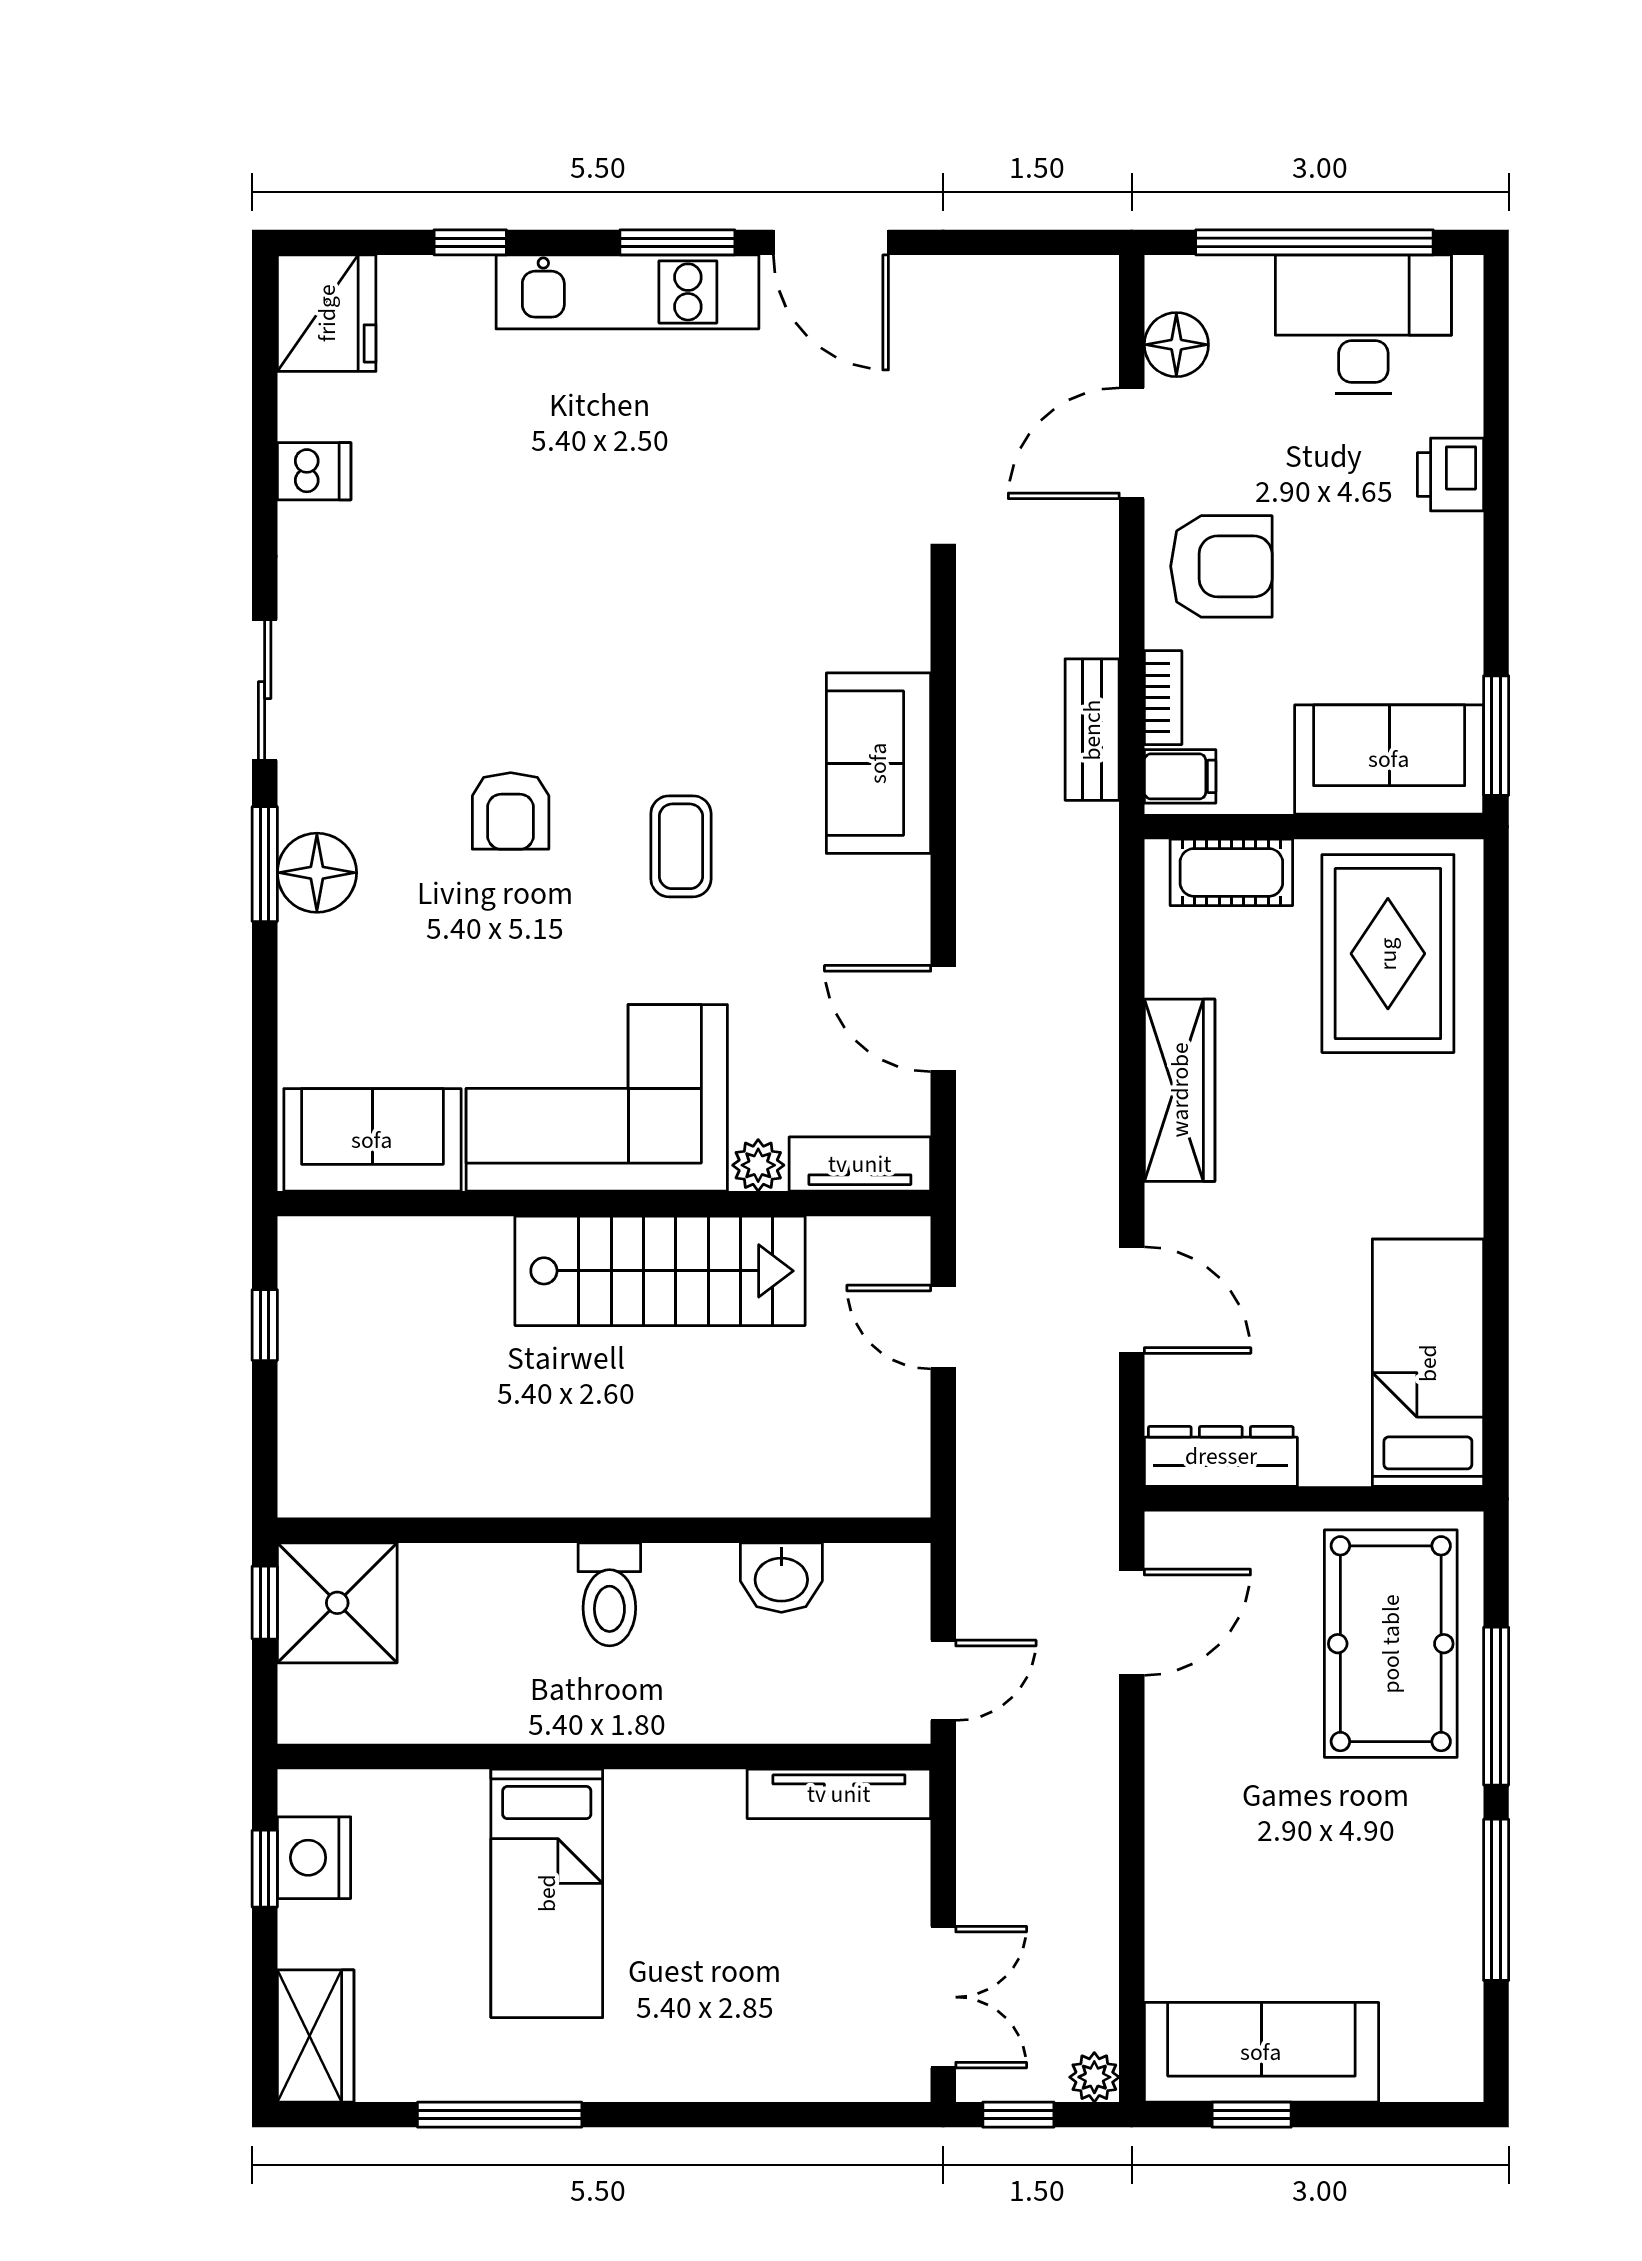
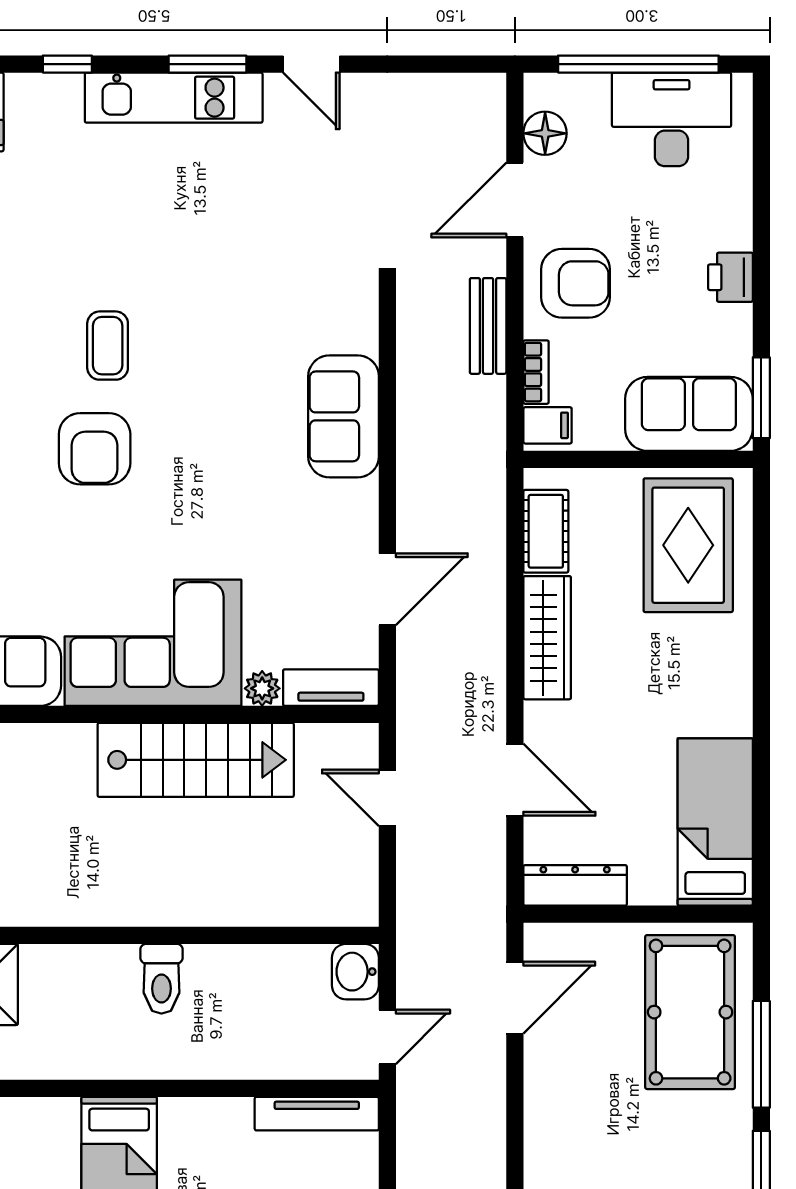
door: (831, 242) -> (311, 64), width x0.73
printer: (1450, 475) -> (730, 277), moved
bench: (1092, 730) -> (488, 326), moved
armchair: (511, 811) -> (95, 449), width x1.38, depth x1.38
coffee table: (681, 846) -> (108, 346), moved
cot: (1231, 872) -> (546, 531), moved, turned 90
door: (943, 1019) -> (387, 589), swing flipped
washbasin: (781, 1578) -> (355, 972), moved, turned 90

